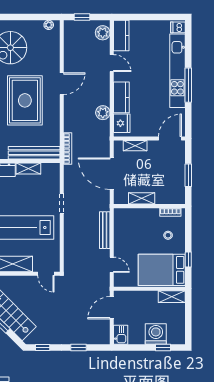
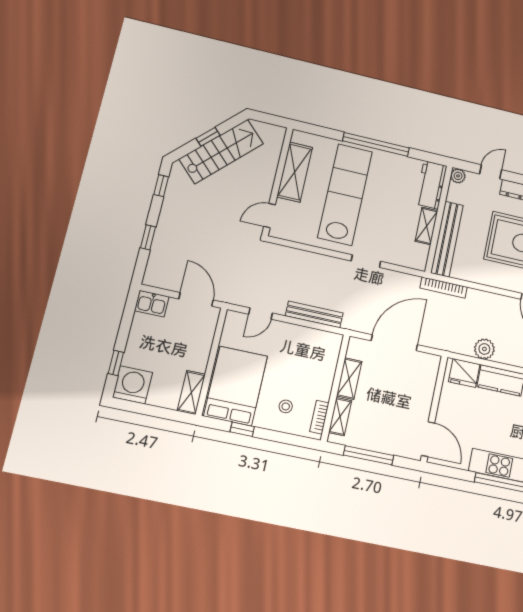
shelving: (135, 146) -> (340, 417), moved
window: (188, 175) -> (369, 455), width x1.44
washing machine: (156, 334) -> (133, 385), moved, turned -90

